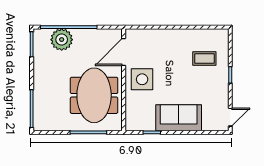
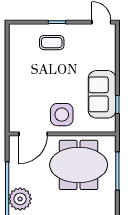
door: (124, 52) -> (33, 134), hinge flipped
coffee table: (204, 58) -> (52, 43), moved, turned 90
sofa: (179, 118) -> (102, 94), moved

